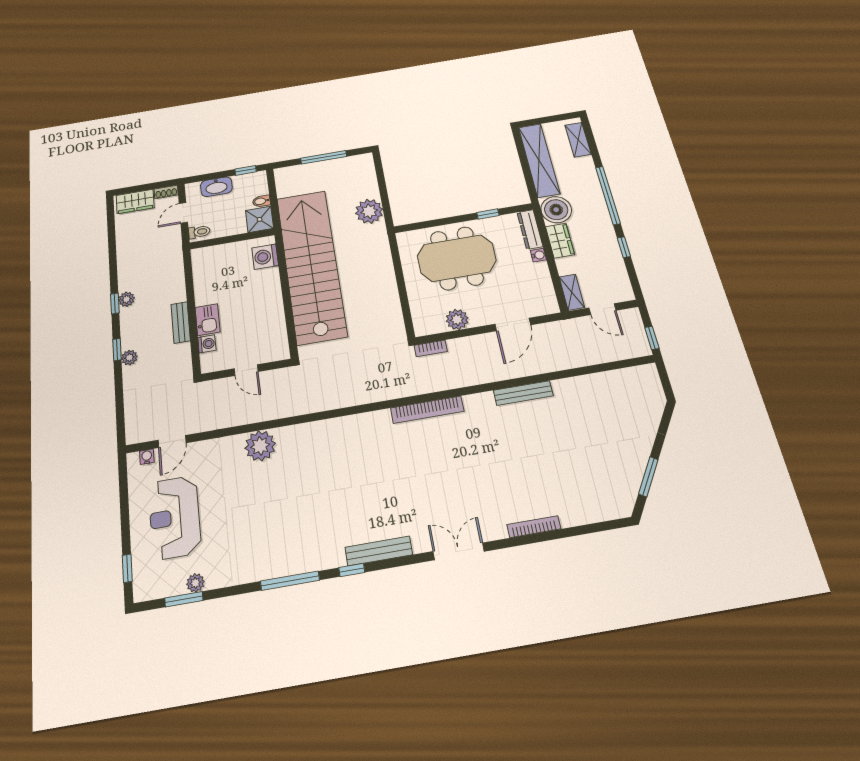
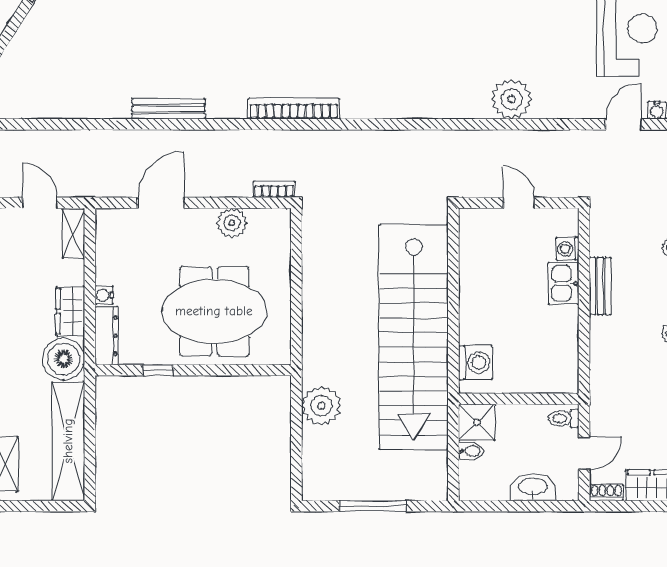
window: (246, 170) -> (488, 506), removed

